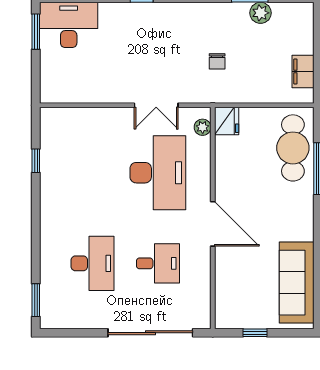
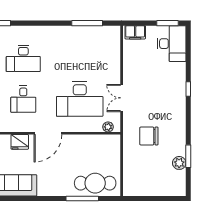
chair: (217, 61) -> (149, 136), width x1.87, depth x1.87
filing cabinet: (303, 72) -> (135, 32), moved, turned 180
fridge: (227, 121) -> (20, 142), moved
window: (36, 161) -> (87, 23), width x2.17

